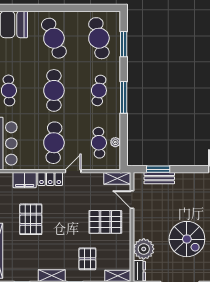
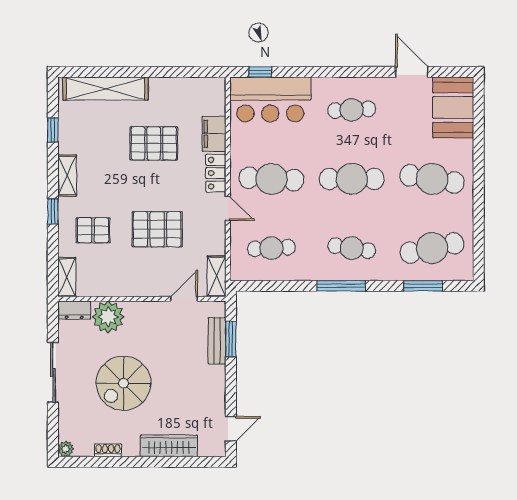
cafe table: (54, 38) -> (432, 179), turned 30
plant: (115, 142) -> (272, 273), removed
pallet: (105, 222) -> (157, 229), moved, turned 90

